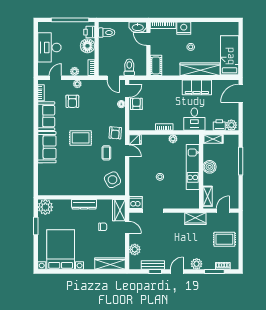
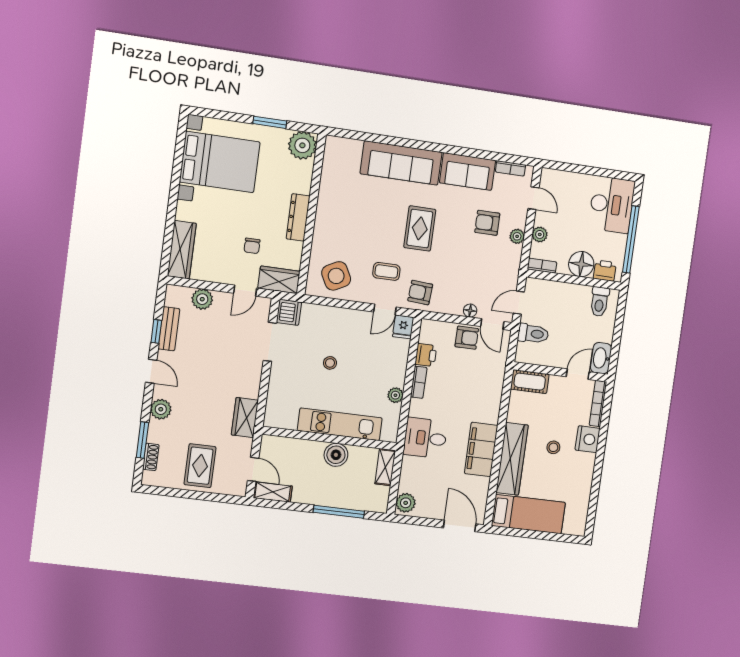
desk: (49, 47) -> (612, 205), moved, turned 90
printer: (219, 125) -> (426, 355), moved
sofa: (47, 147) -> (401, 163), width x1.36
shelving: (208, 196) -> (273, 492), moved

